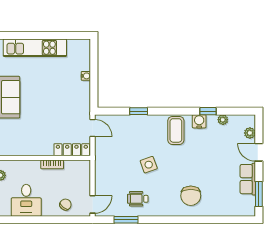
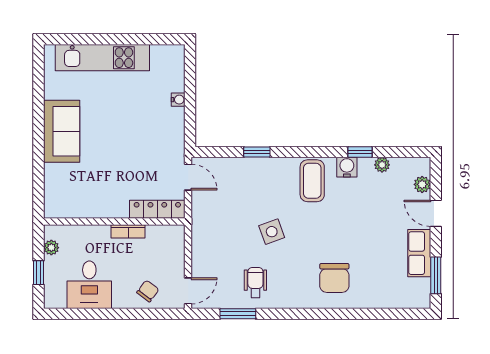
wheelchair: (138, 199) -> (255, 282), turned 90

